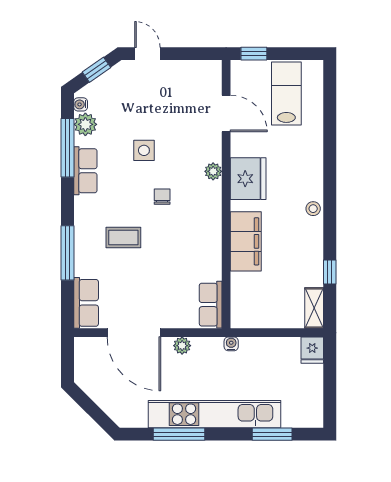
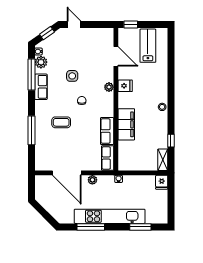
fridge: (248, 179) -> (125, 86), width x0.53, depth x0.75
row of seats: (86, 303) -> (107, 131), moved, turned 180

